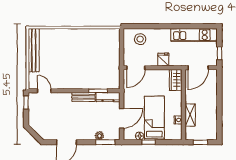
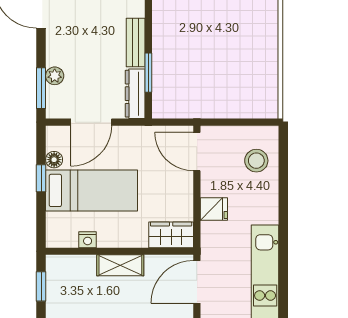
door: (198, 68) -> (197, 282), hinge flipped
shelving: (190, 115) -> (120, 265), moved
door: (122, 118) -> (91, 122), hinge flipped

